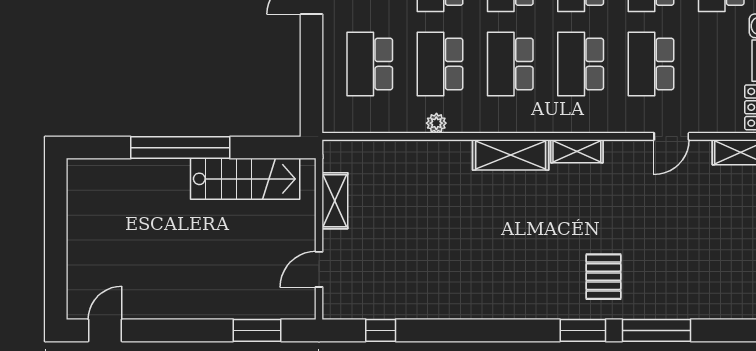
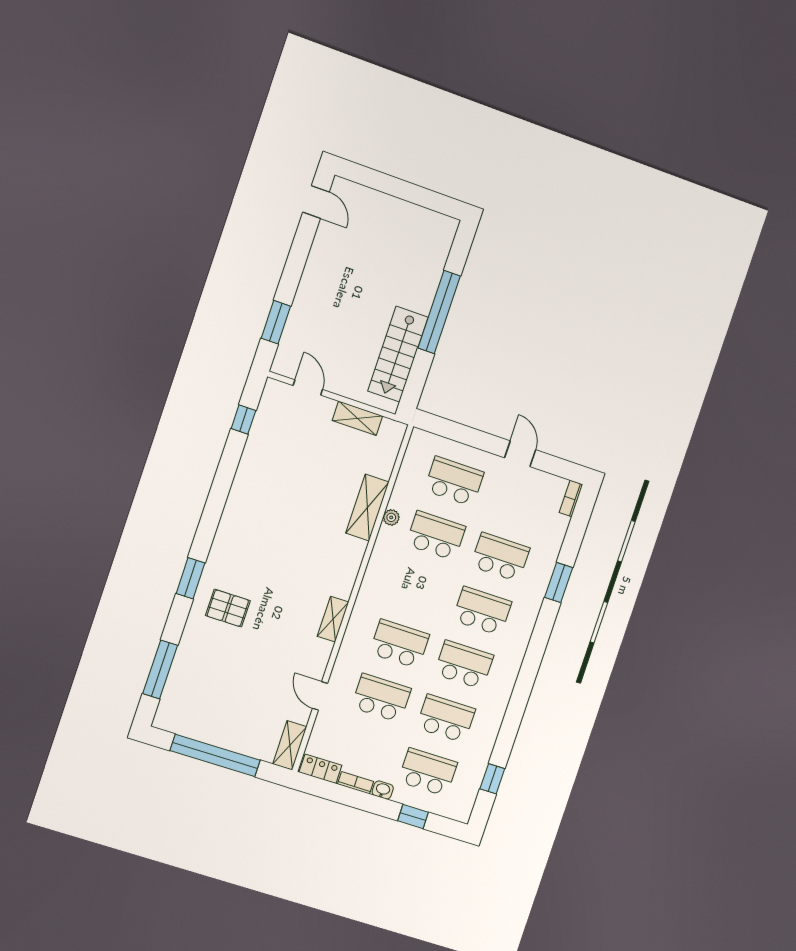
school desk: (510, 64) -> (418, 590), removed
shelving: (511, 155) -> (367, 508), moved
window: (656, 330) -> (160, 669), moved

